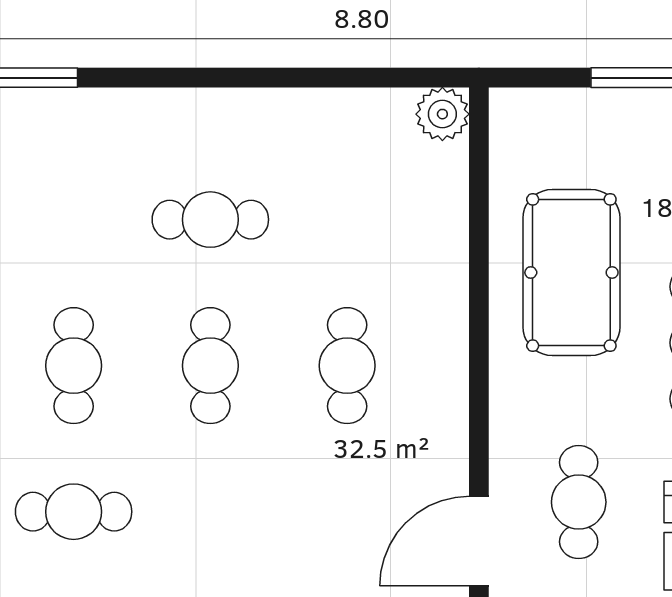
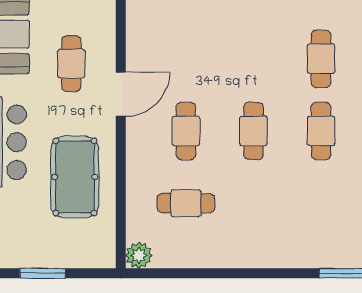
cafe table: (210, 220) -> (186, 203), moved
cafe table: (74, 512) -> (321, 59), turned 90
door: (479, 541) -> (121, 94), moved

